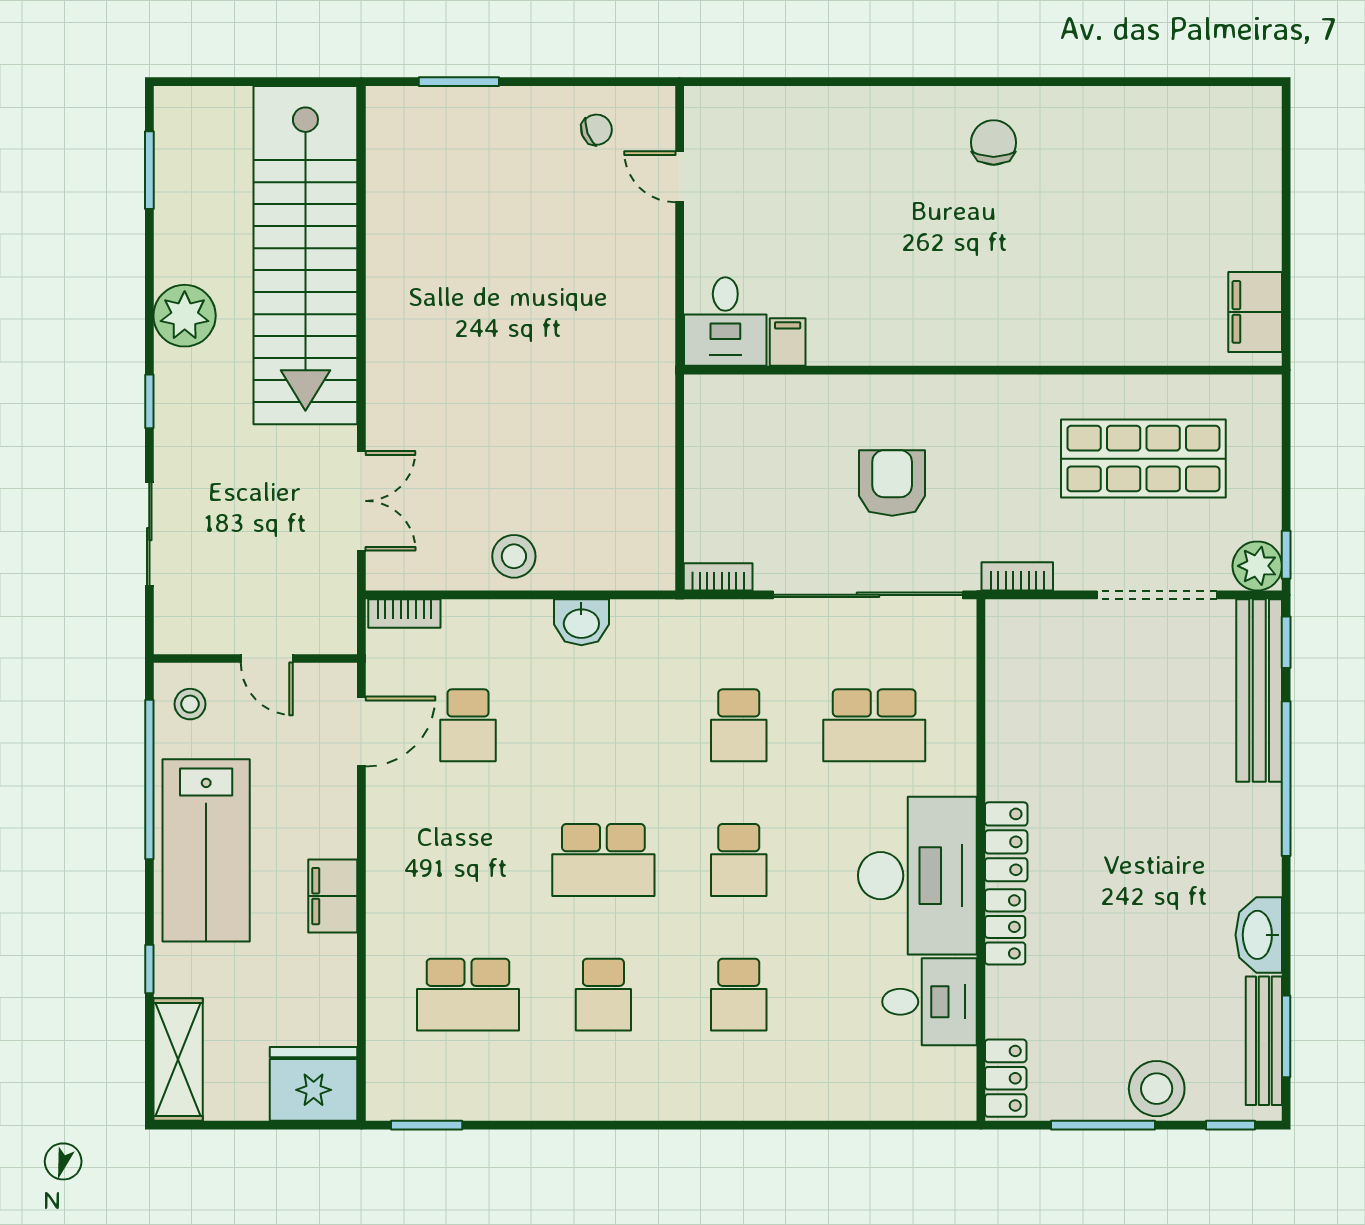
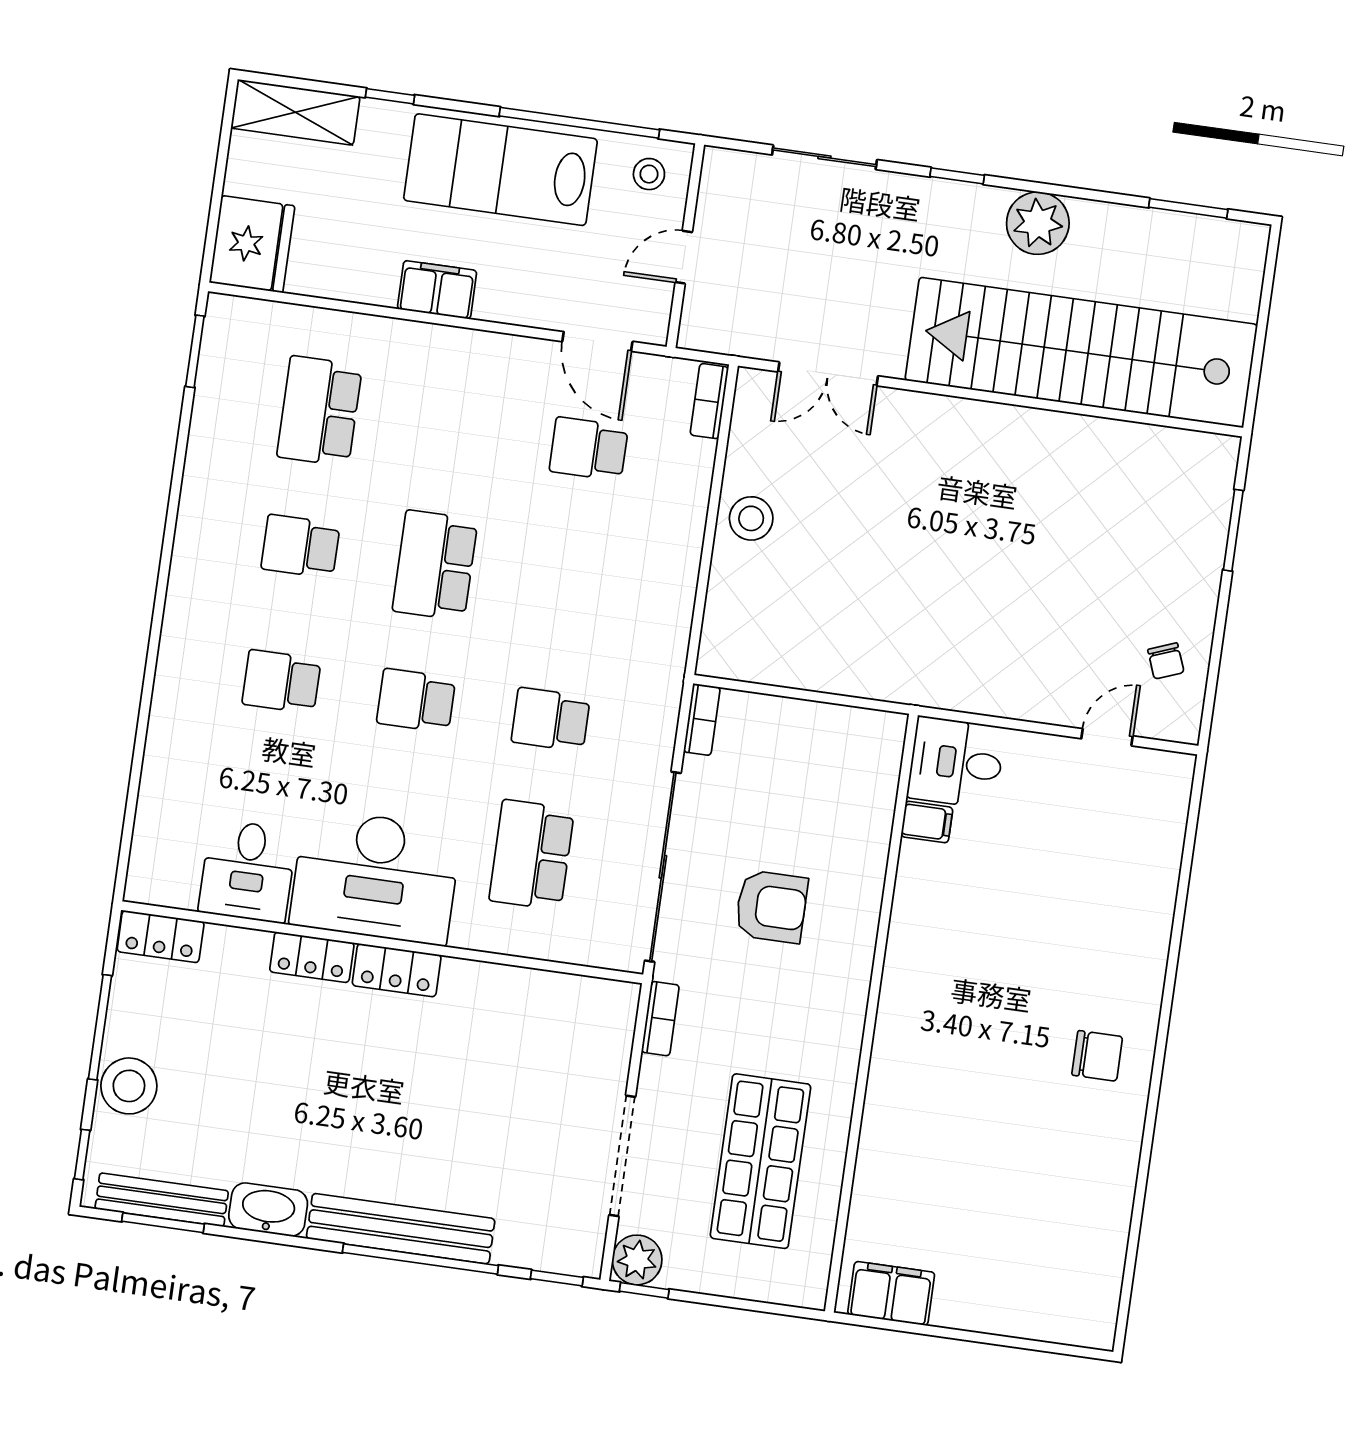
washbasin: (581, 622) -> (676, 577), removed
bench: (1259, 690) -> (401, 1229), moved

